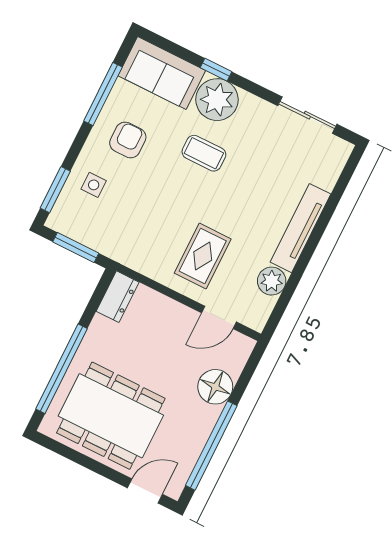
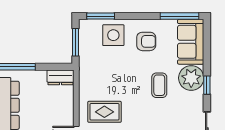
window: (216, 70) -> (207, 85), moved
window: (103, 94) -> (180, 16), moved
side table: (94, 185) -> (113, 35), width x1.87, depth x1.87

